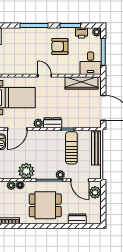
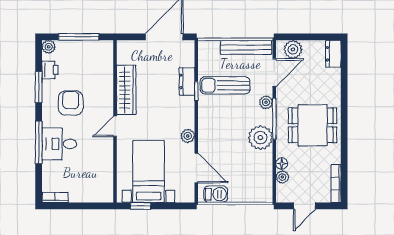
armchair: (60, 46) -> (71, 103), turned 180
desk: (91, 63) -> (59, 144), moved, turned 180
wardrobe: (81, 83) -> (126, 90), moved
dresser: (53, 123) -> (187, 81), moved
bench: (96, 148) -> (246, 47), moved
plant: (26, 171) -> (260, 138), moved
dining table: (45, 205) -> (313, 125), turned 90
dresser: (77, 219) -> (333, 54), moved

